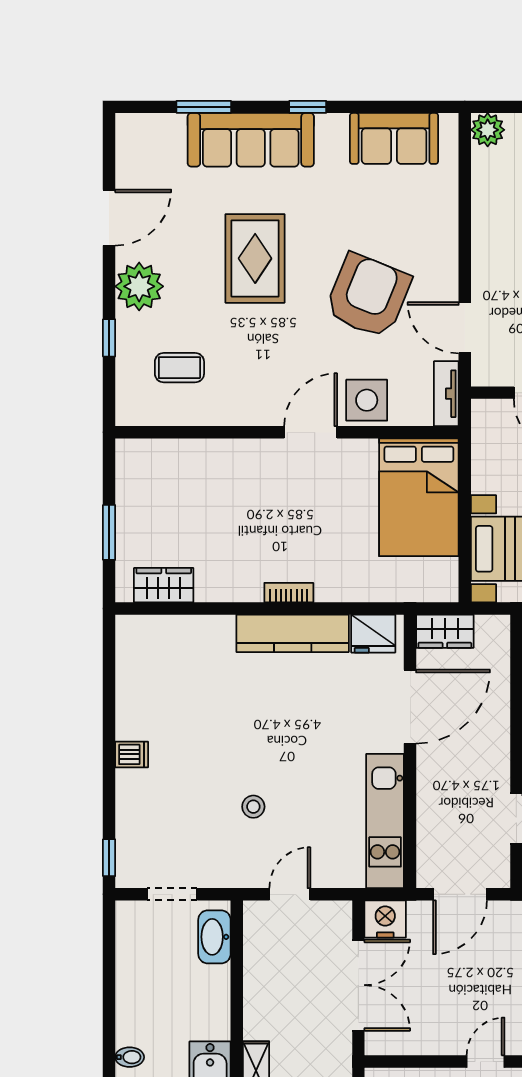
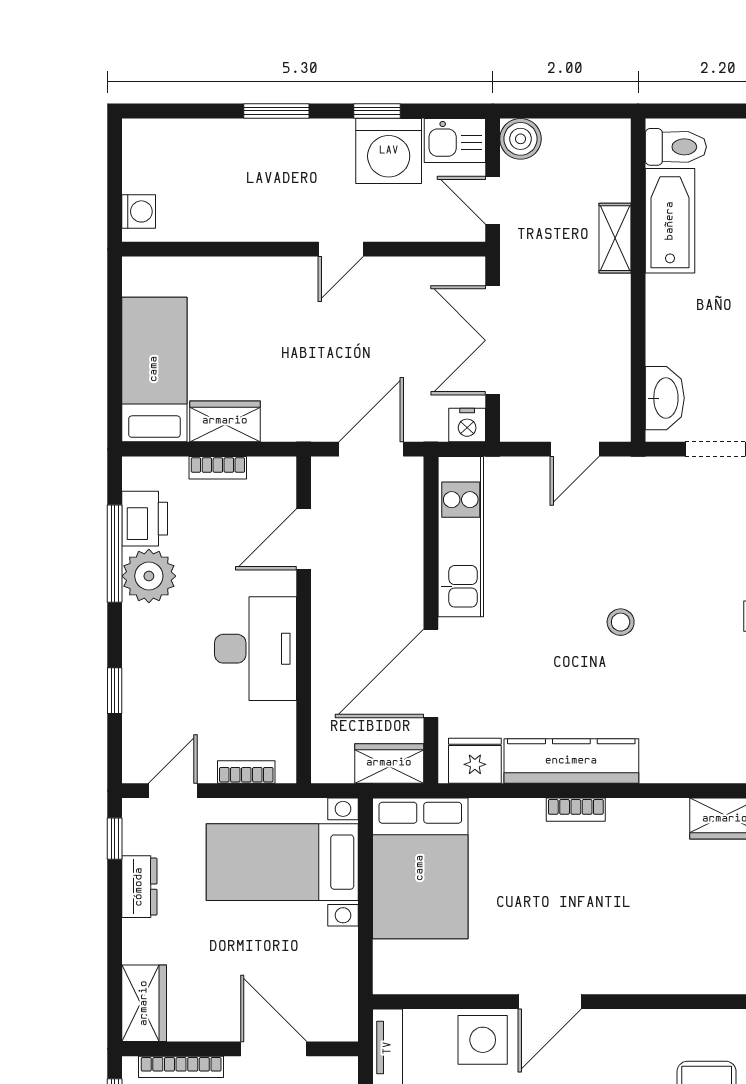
bed: (419, 497) -> (420, 868), moved, turned 180
stool: (253, 807) -> (621, 622), moved
nightstand: (385, 919) -> (467, 425), width x0.74, depth x0.75

